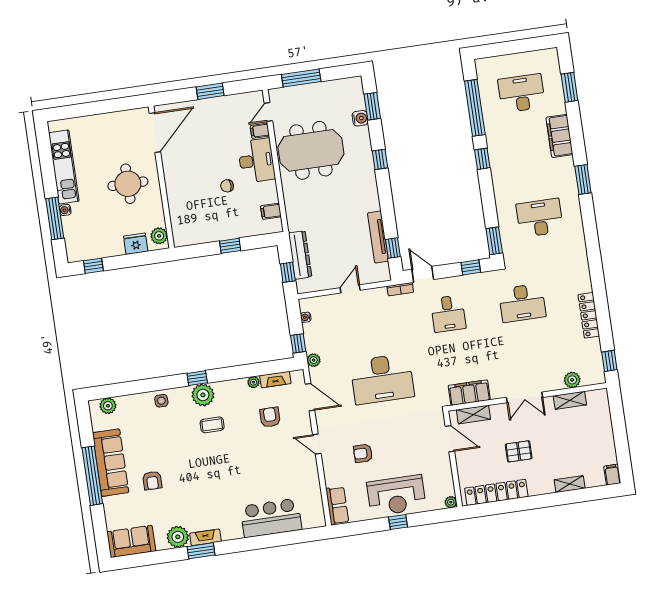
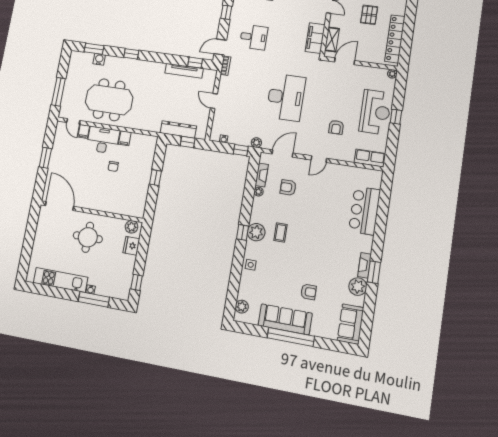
meeting table: (311, 150) -> (109, 100), turned 90
filing cabinet: (271, 211) -> (125, 138), moved

